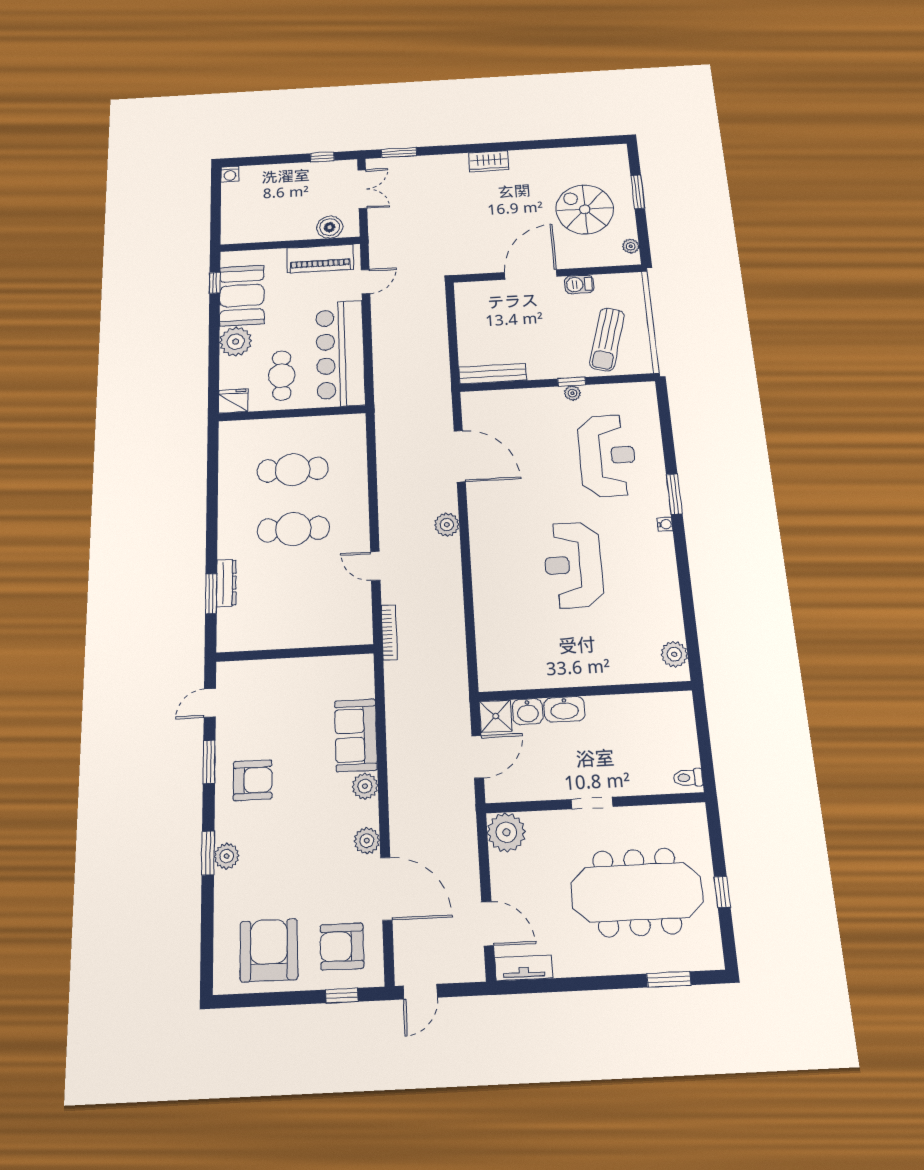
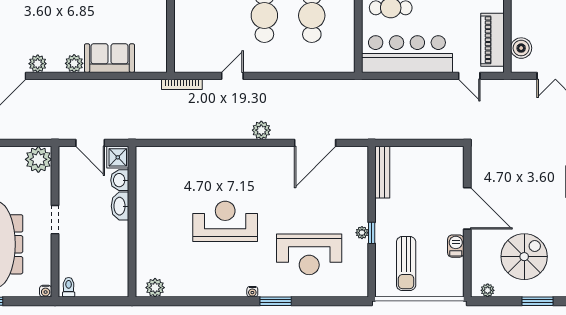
sun lounger: (607, 339) -> (406, 264), turned -106
water cooler: (698, 812) -> (46, 291), added

